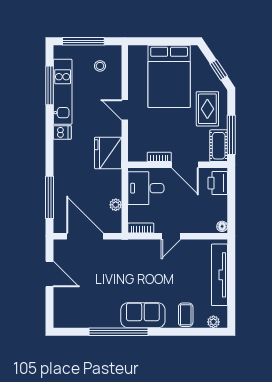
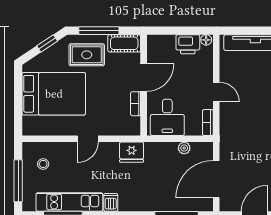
window: (231, 135) -> (99, 31), moved
fridge: (108, 153) -> (132, 152), width x0.73, depth x0.75
printer: (218, 183) -> (188, 44), moved

